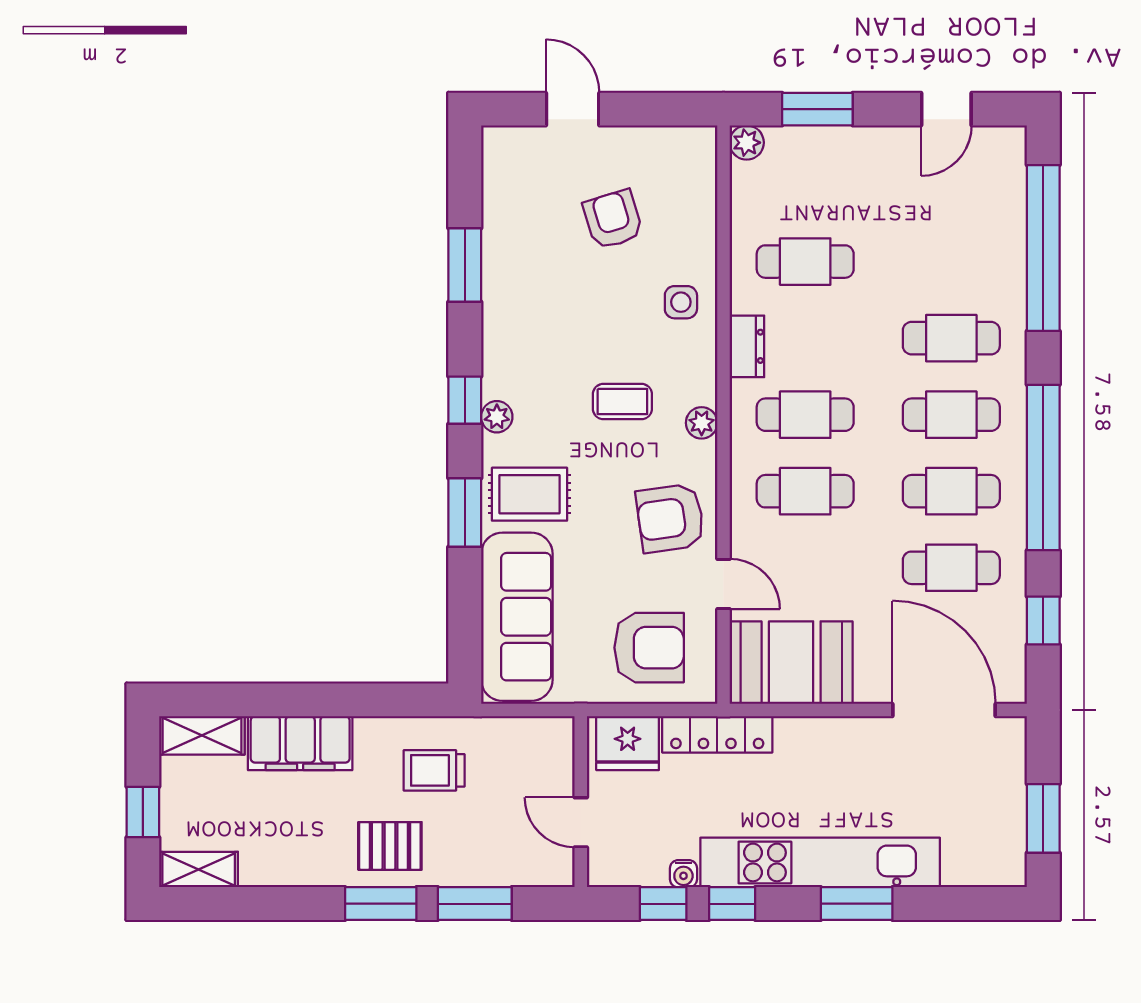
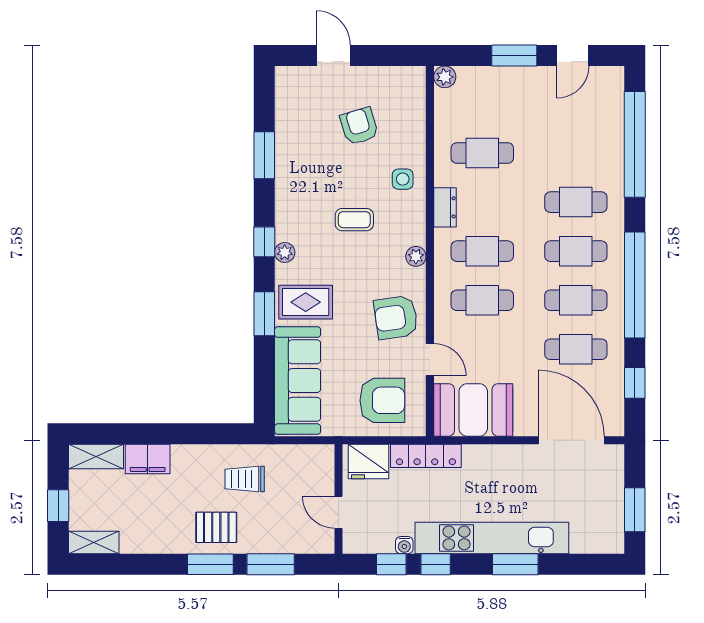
window: (817, 109) -> (514, 55), moved
coffee table: (622, 402) -> (354, 220), moved
filing cabinet: (300, 743) -> (148, 459), width x0.67, depth x0.86

